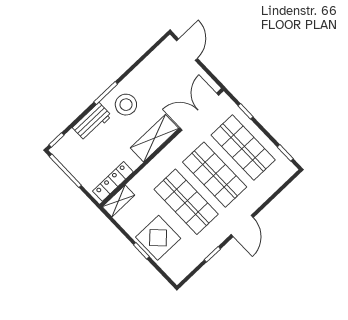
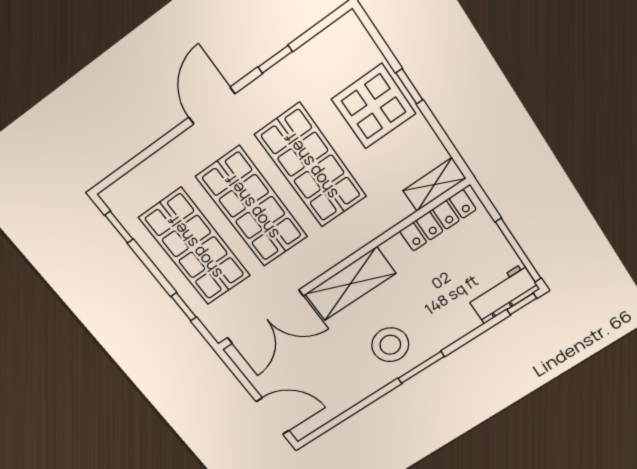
door: (187, 50) -> (273, 416), swing flipped
workbench: (92, 122) -> (503, 294), moved

